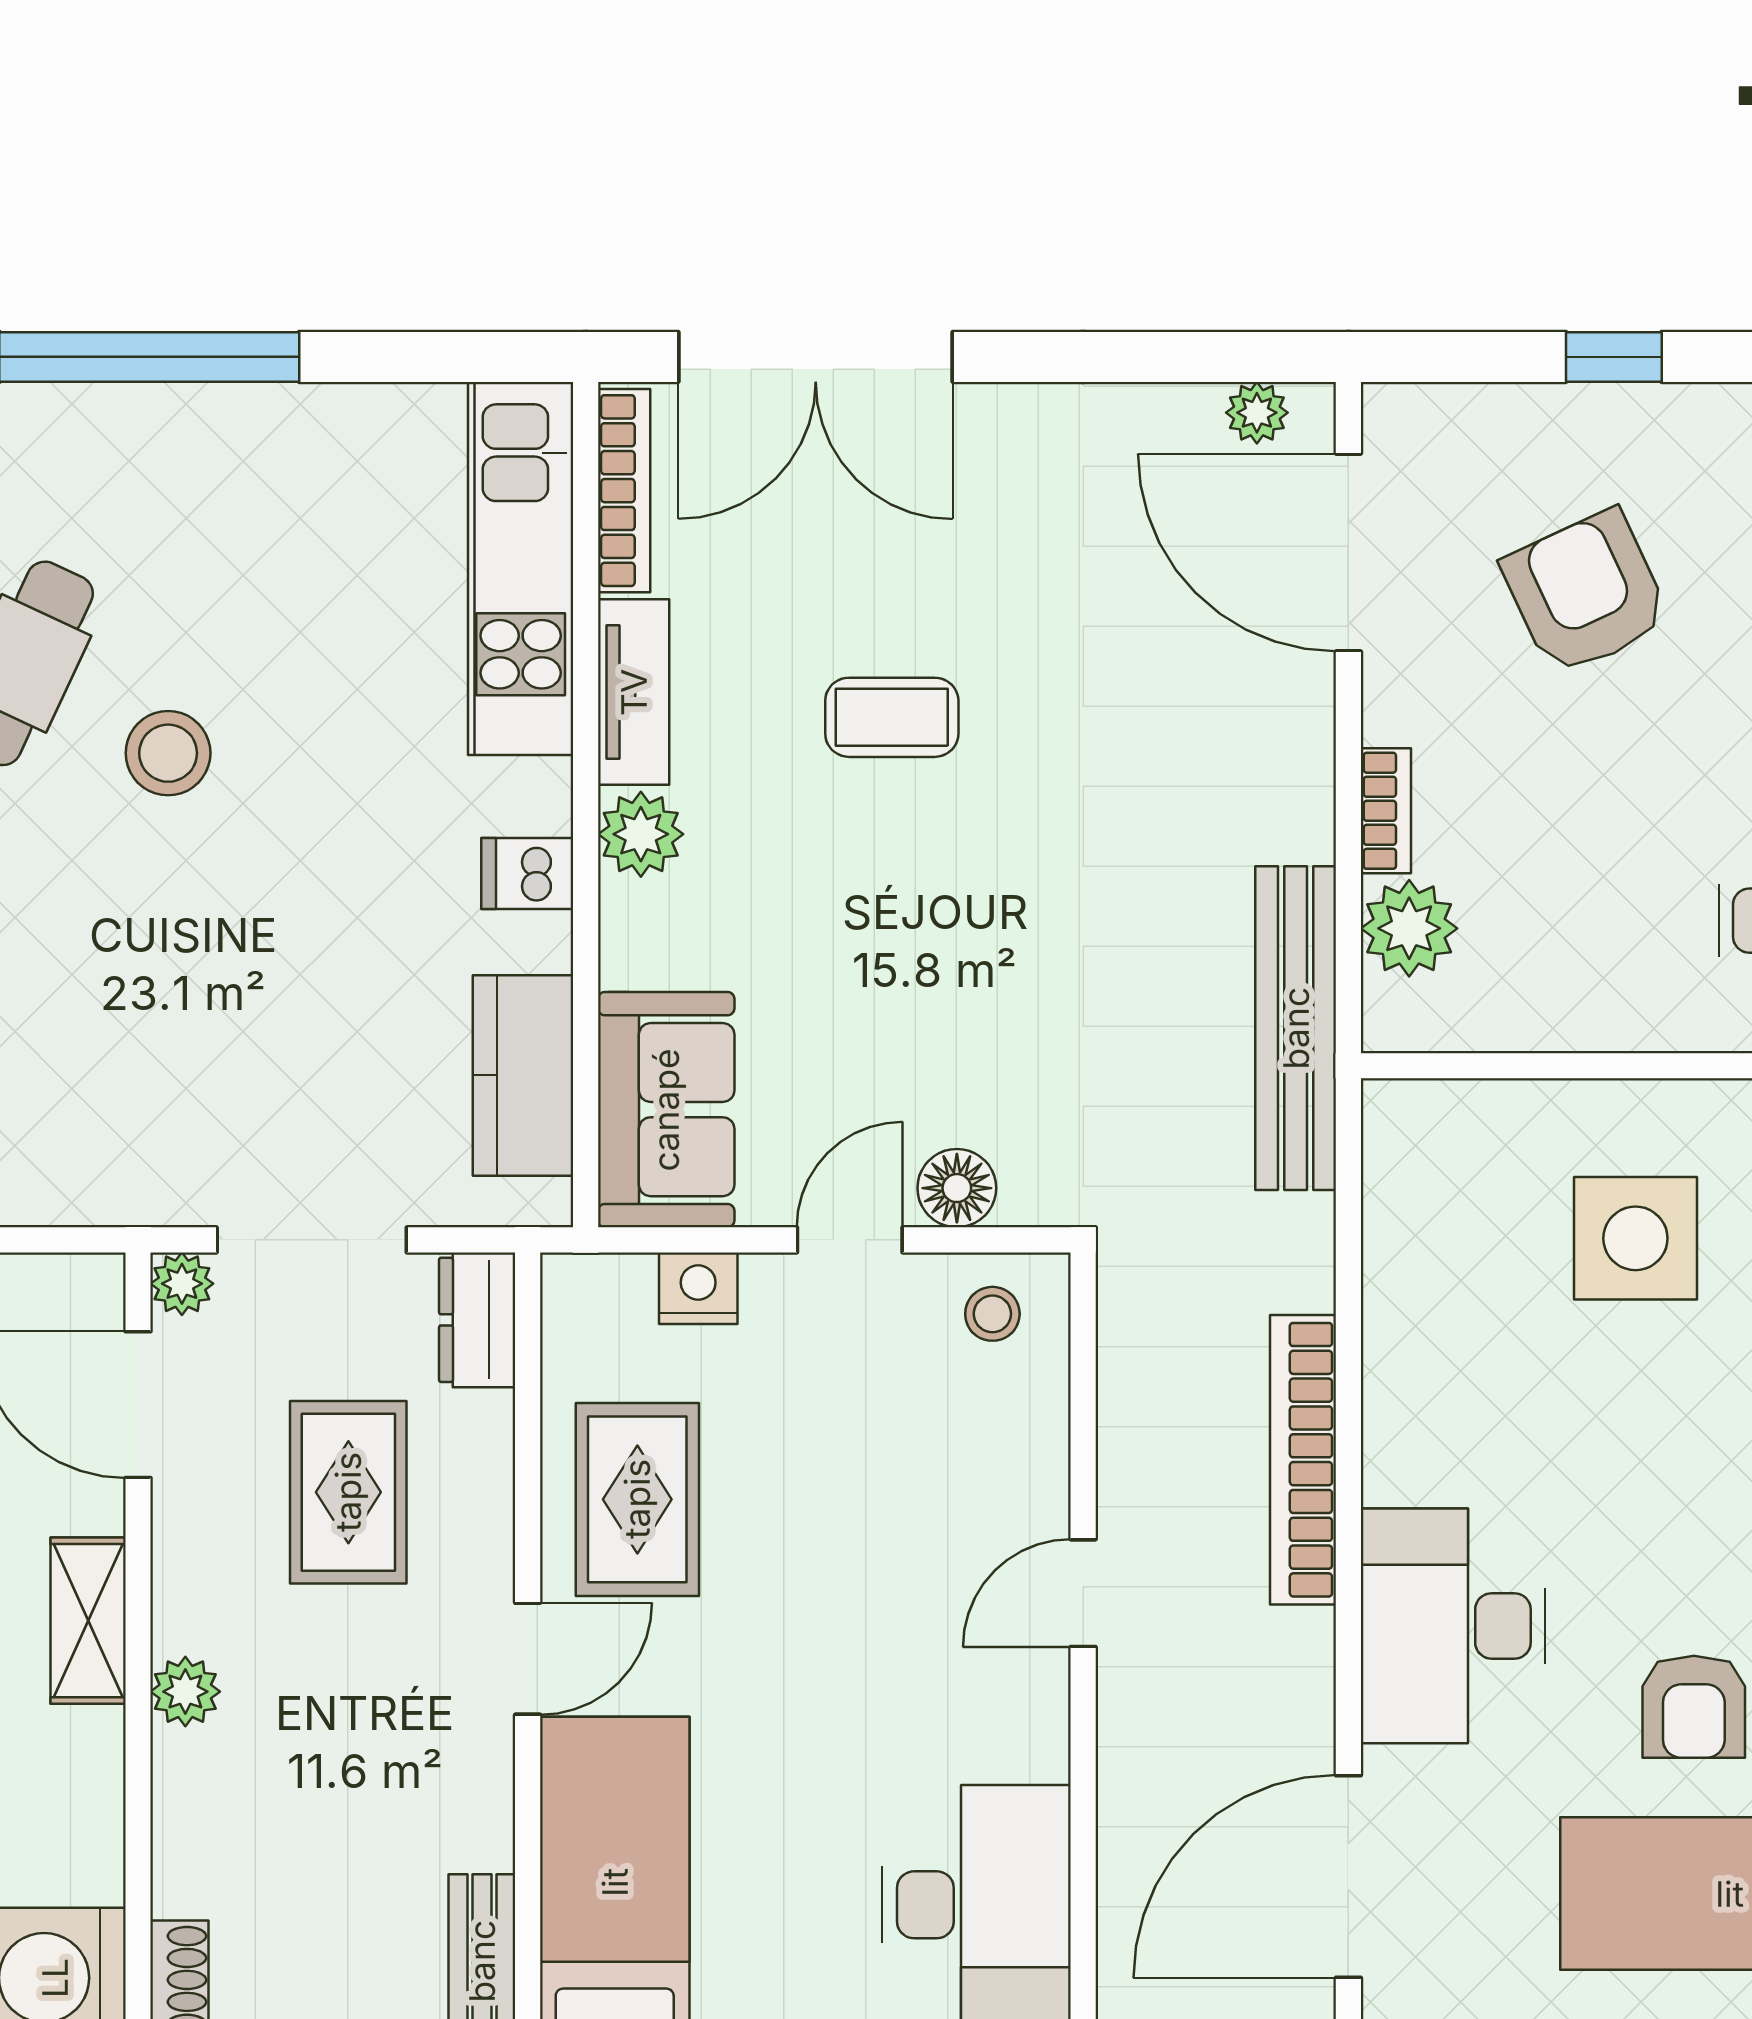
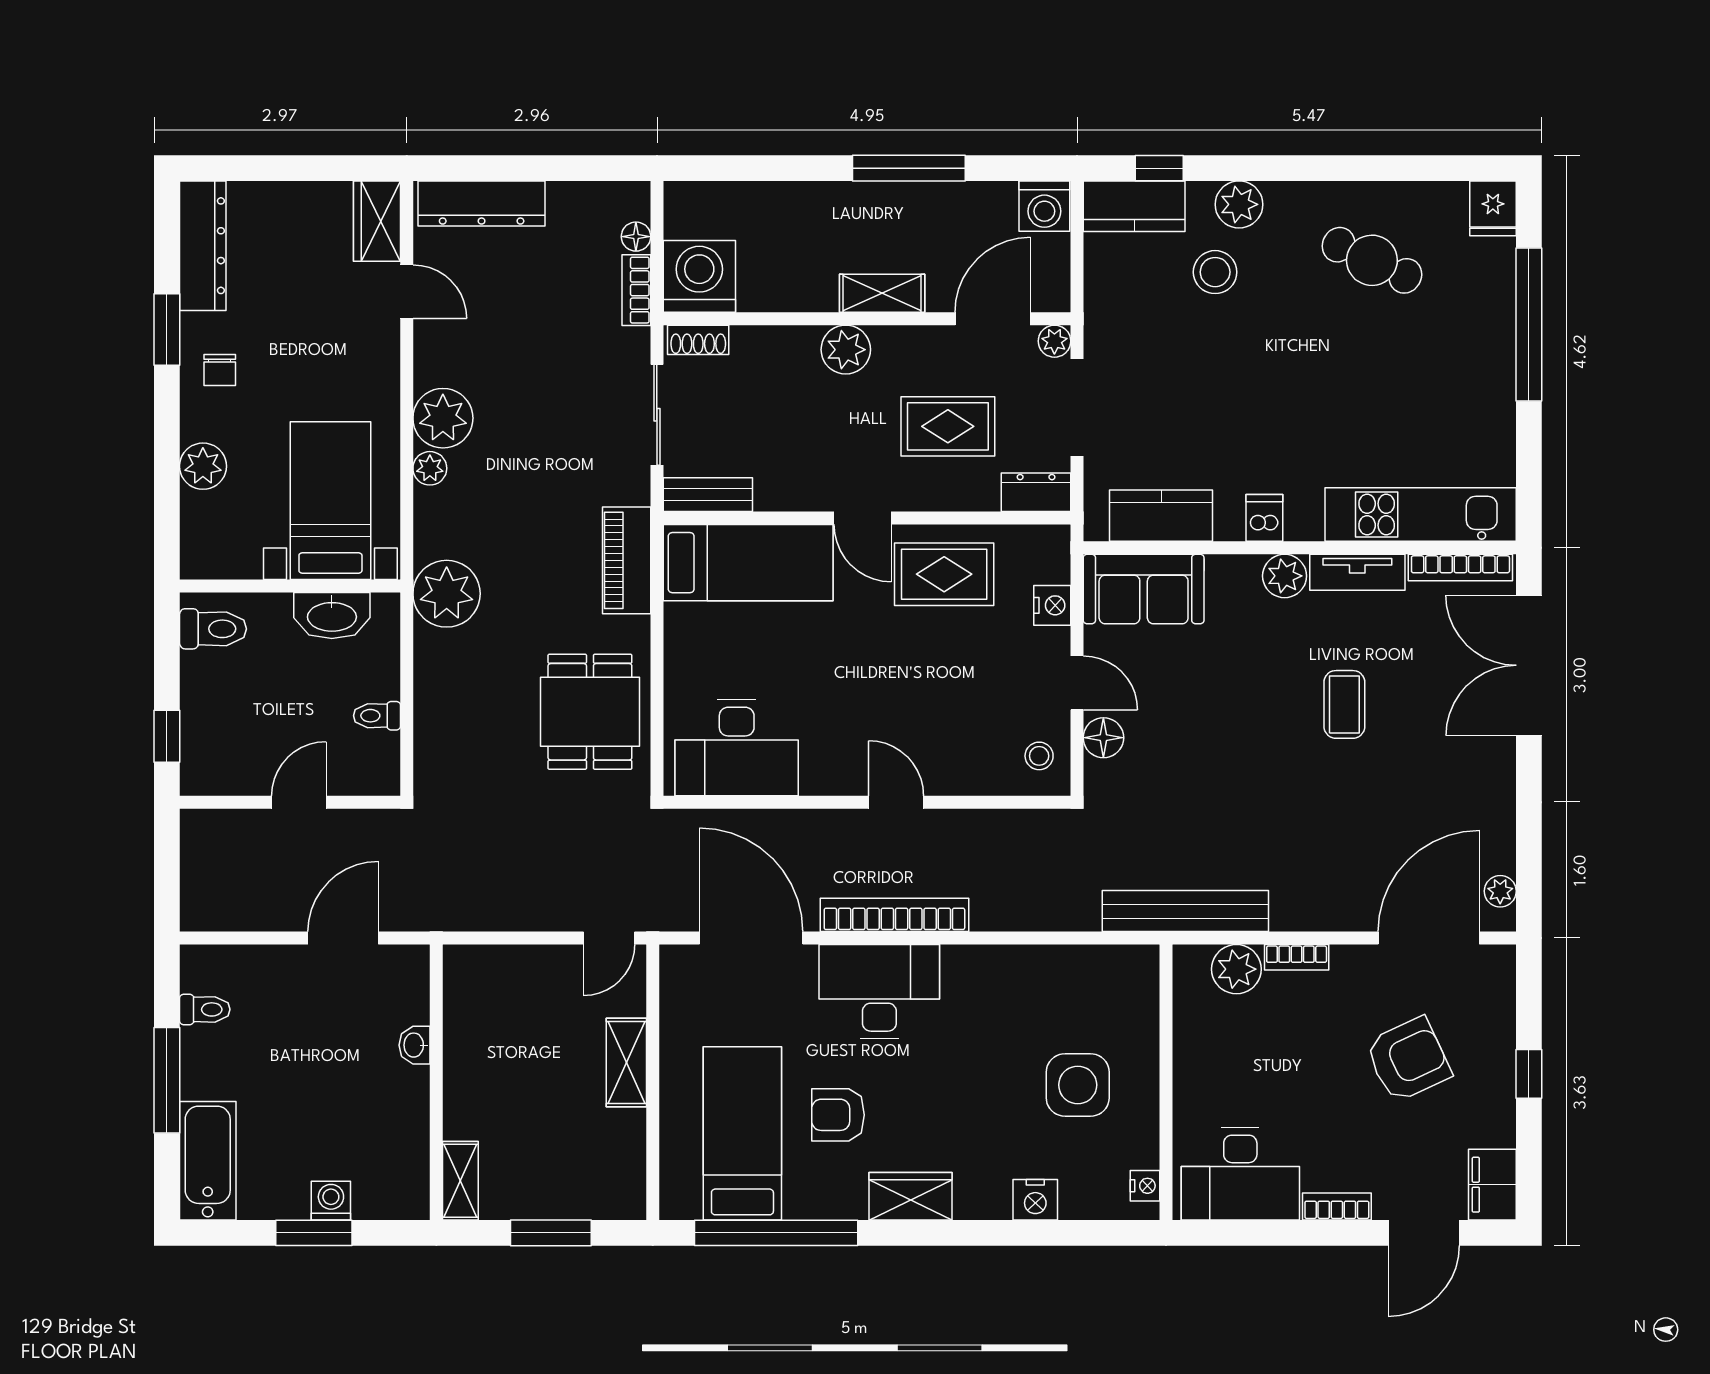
stool: (168, 753) -> (1215, 272), moved
bookcase: (1303, 1460) -> (894, 915), moved
plant: (185, 1692) -> (846, 350), width x1.38, depth x1.38

